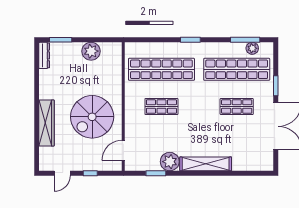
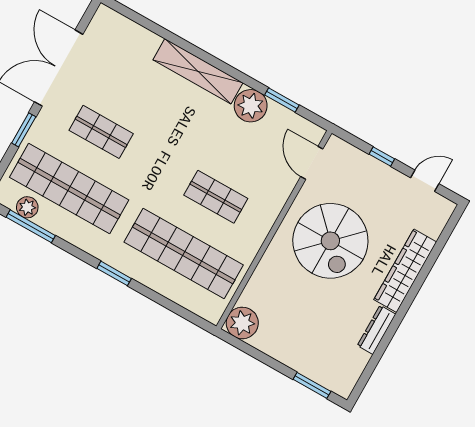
plant: (91, 51) -> (242, 323), moved
dresser: (44, 55) -> (376, 330), moved
spiral stairs: (92, 117) -> (330, 241), turned 90
door: (123, 150) -> (312, 163), swing flipped

